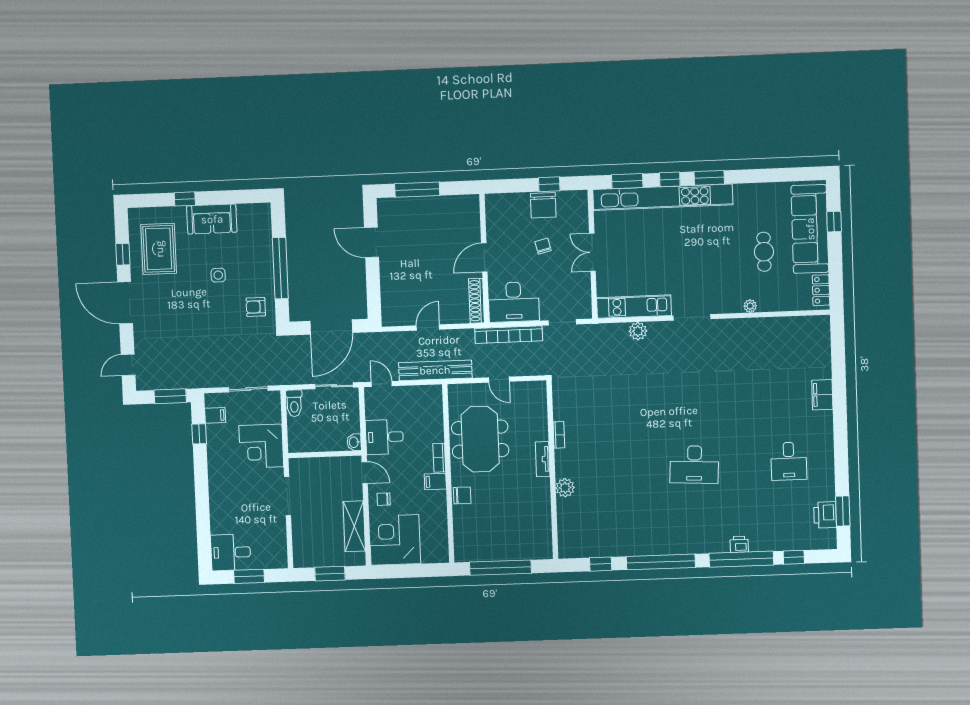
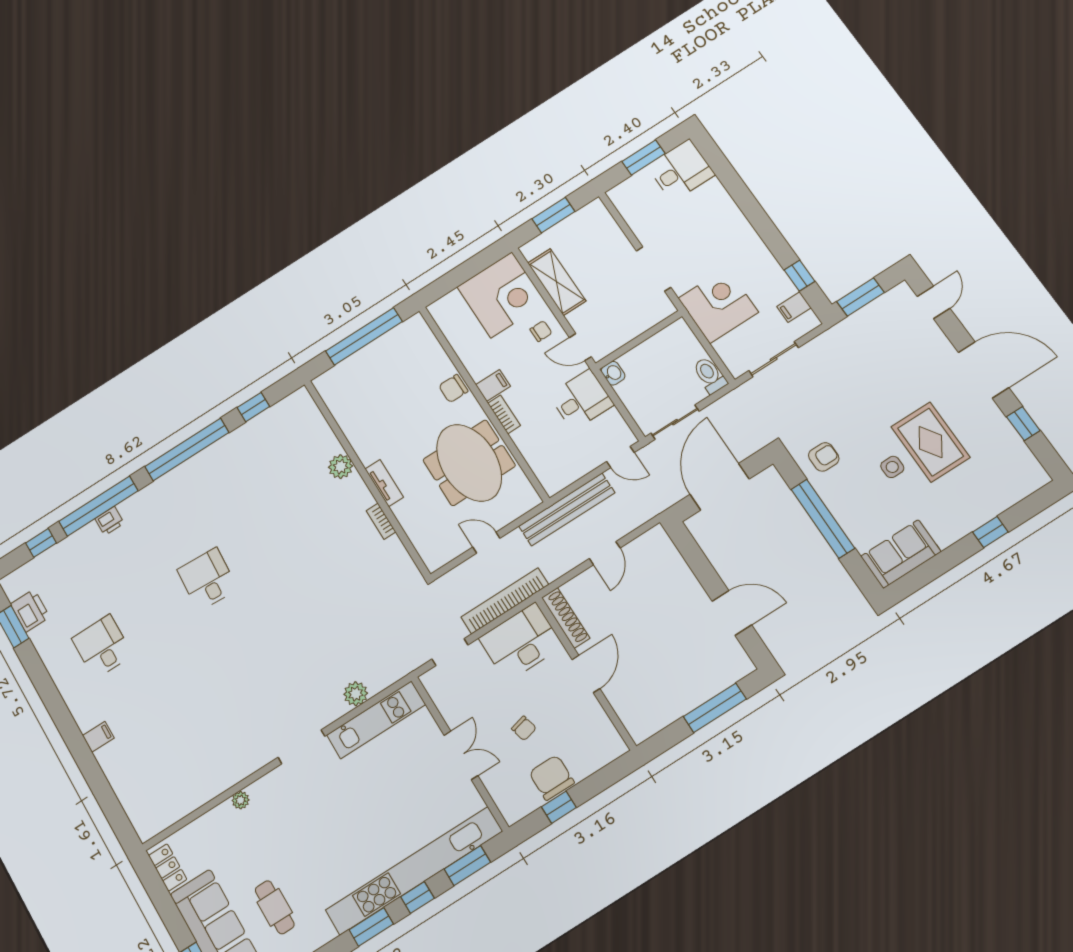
sofa: (212, 219) -> (901, 554), moved
rug: (159, 249) -> (931, 442), moved
cafe table: (764, 252) -> (275, 907), moved
filing cabinet: (822, 395) -> (98, 737), width x0.50
desk: (694, 465) -> (207, 579), width x0.73

